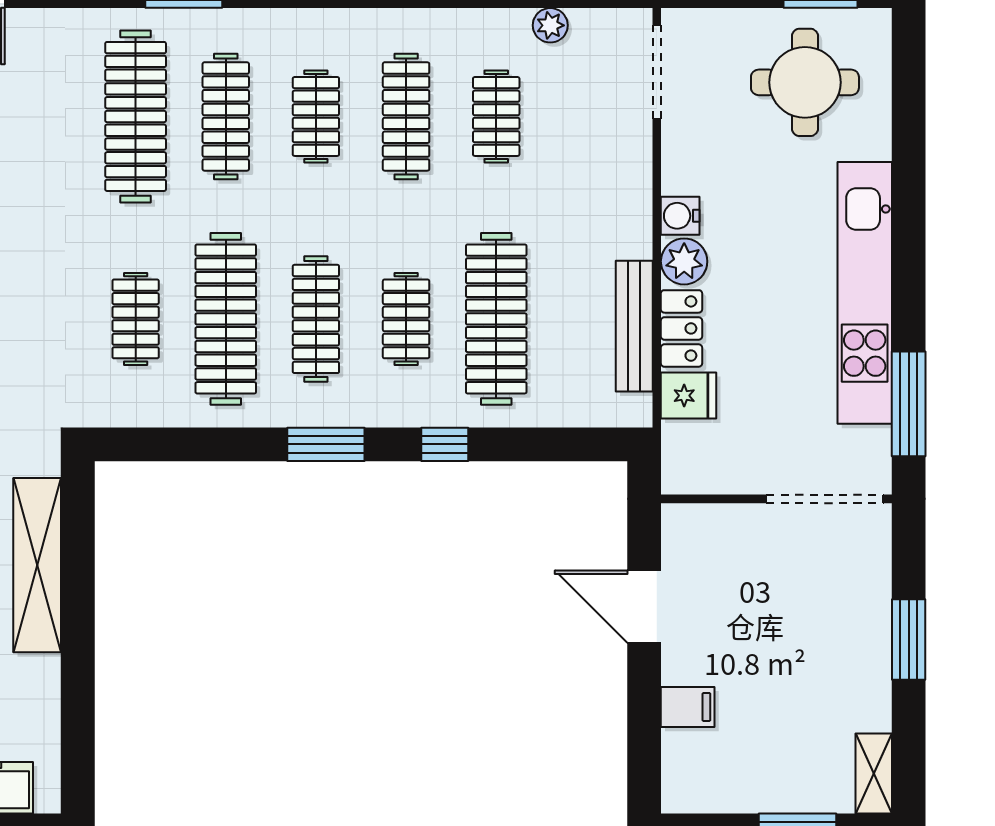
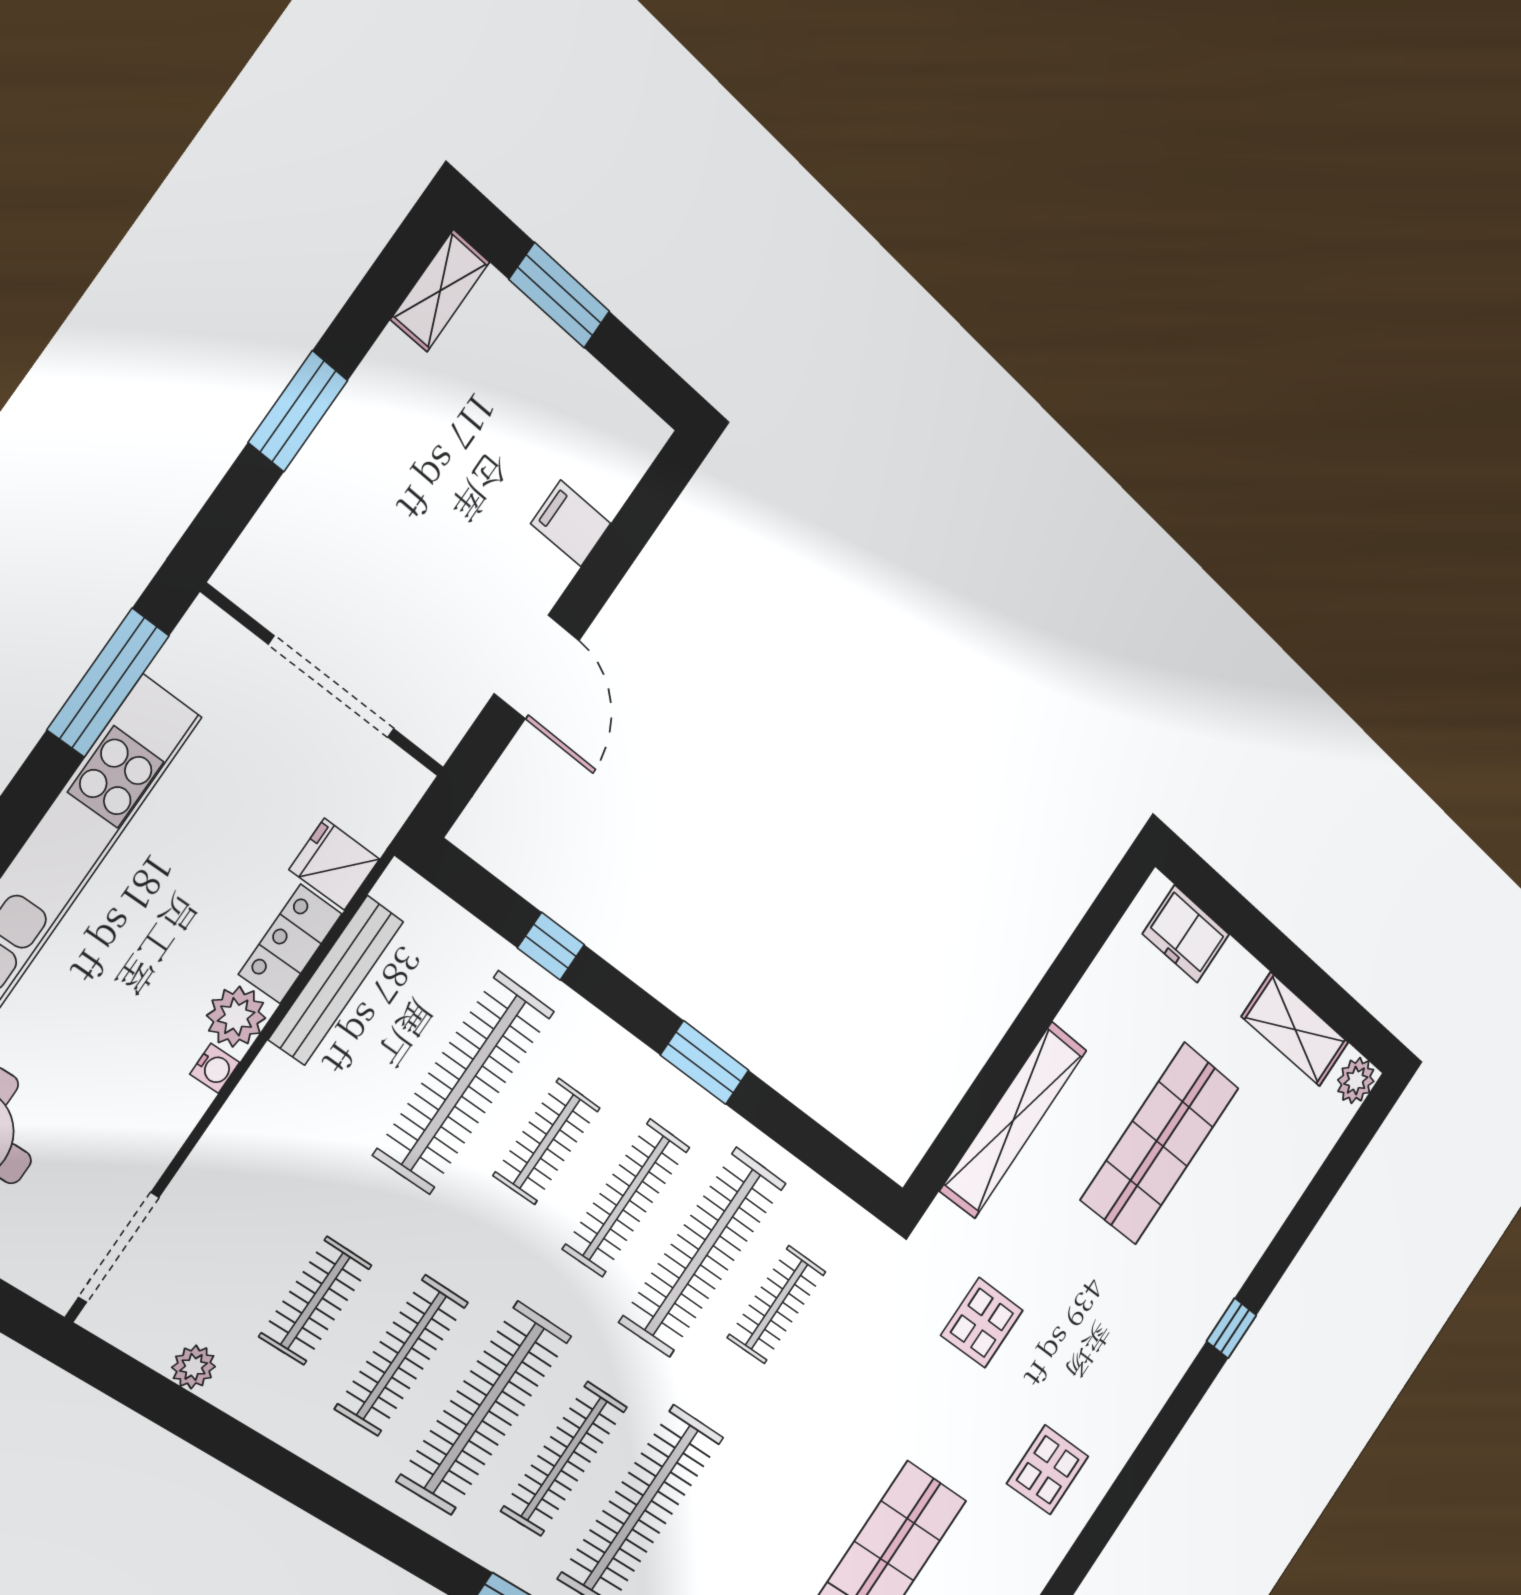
clothes rail: (316, 116) -> (484, 1408), width x1.86, depth x1.31
water cooler: (680, 216) -> (215, 1068), width x0.72, depth x0.72
window: (445, 444) -> (551, 946), moved
doorway: (825, 499) -> (332, 687), moved

